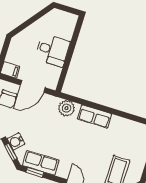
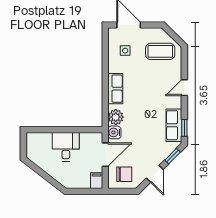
door: (33, 86) -> (105, 155), hinge flipped
side table: (129, 138) -> (125, 51), added
water cooler: (16, 141) -> (114, 132), moved, turned 135

